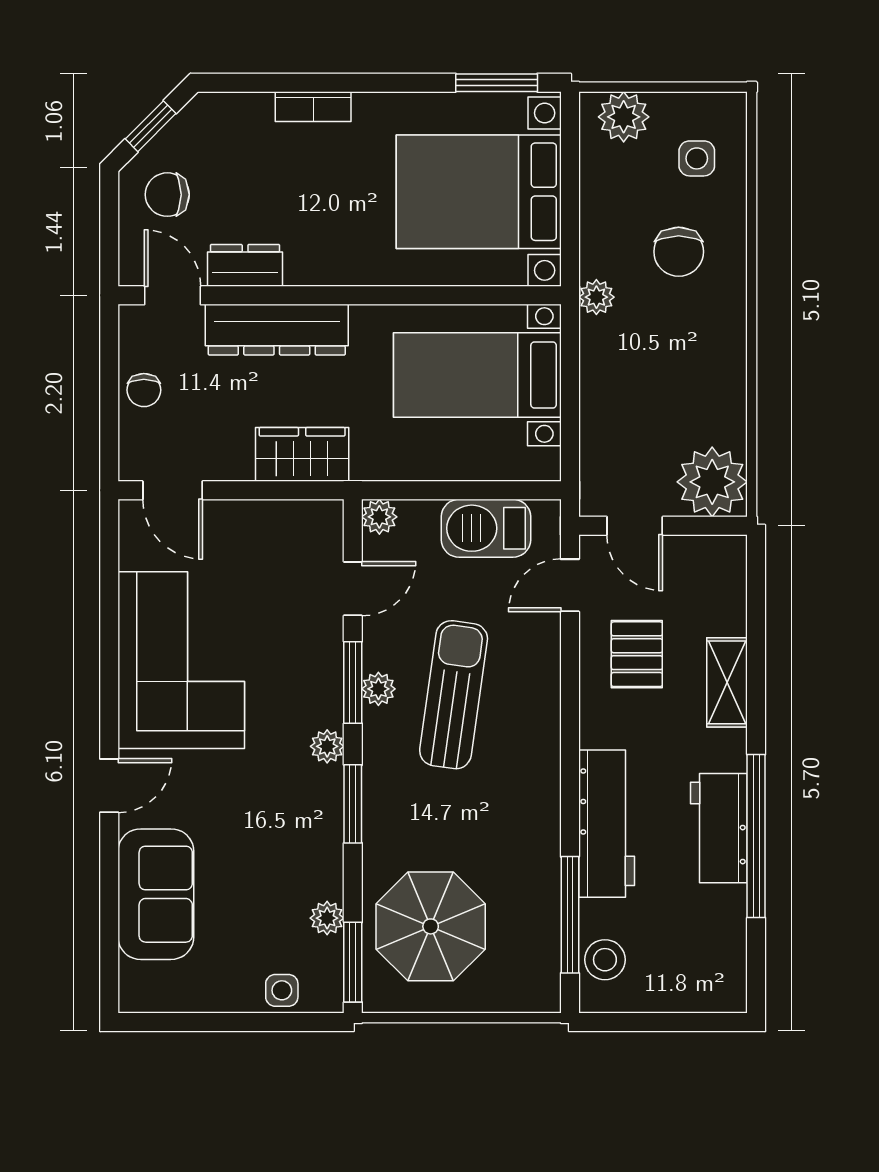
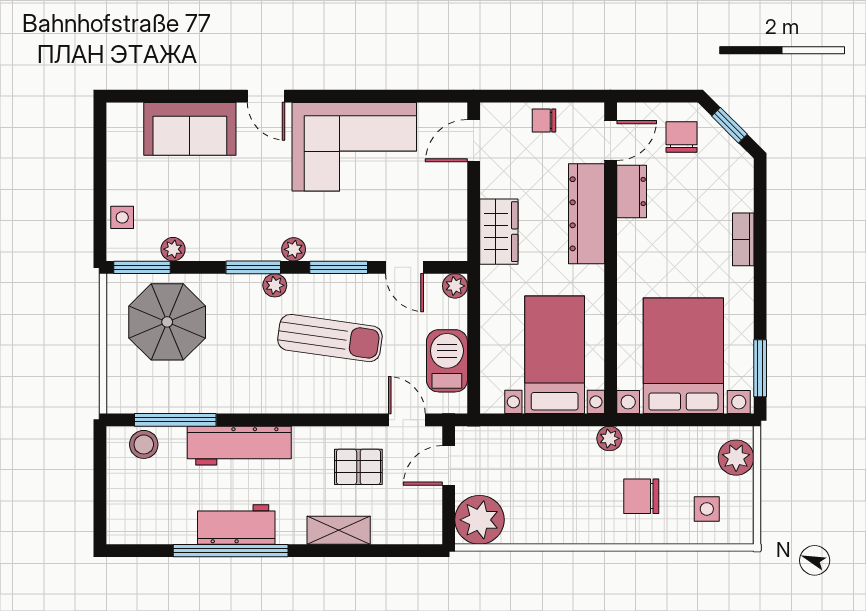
plant: (378, 689) -> (275, 285), moved

